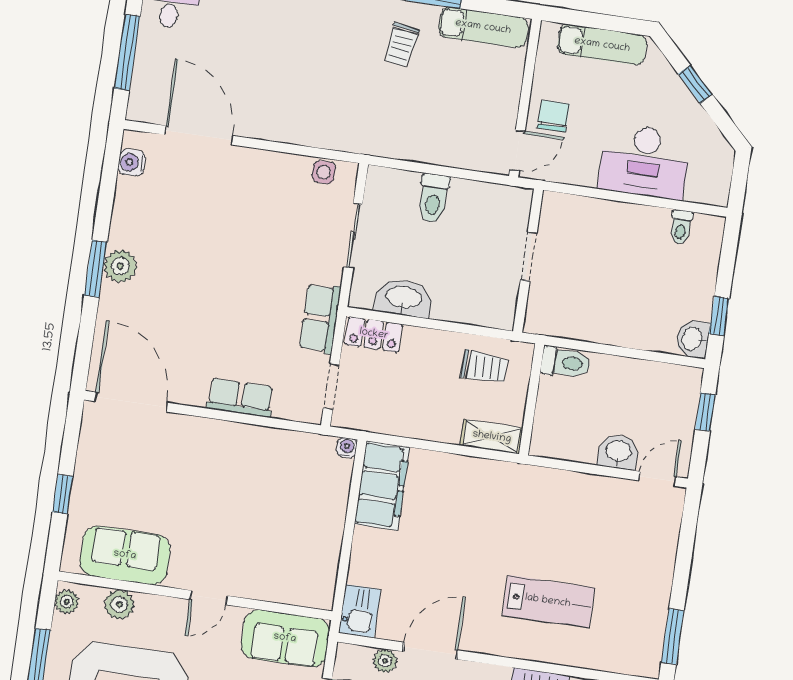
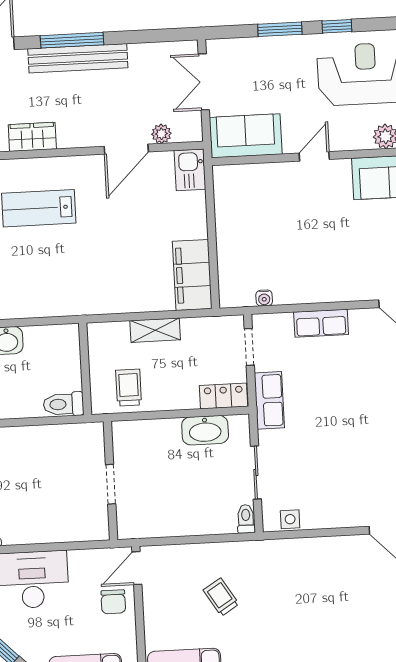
trolley: (401, 45) -> (221, 597), moved, turned -40
toilet: (433, 198) -> (246, 519), moved, width x0.73, depth x0.72
trolley: (484, 367) -> (129, 388), turned 88
shelving: (492, 437) -> (155, 330), moved
water cooler: (347, 448) -> (264, 298), moved

